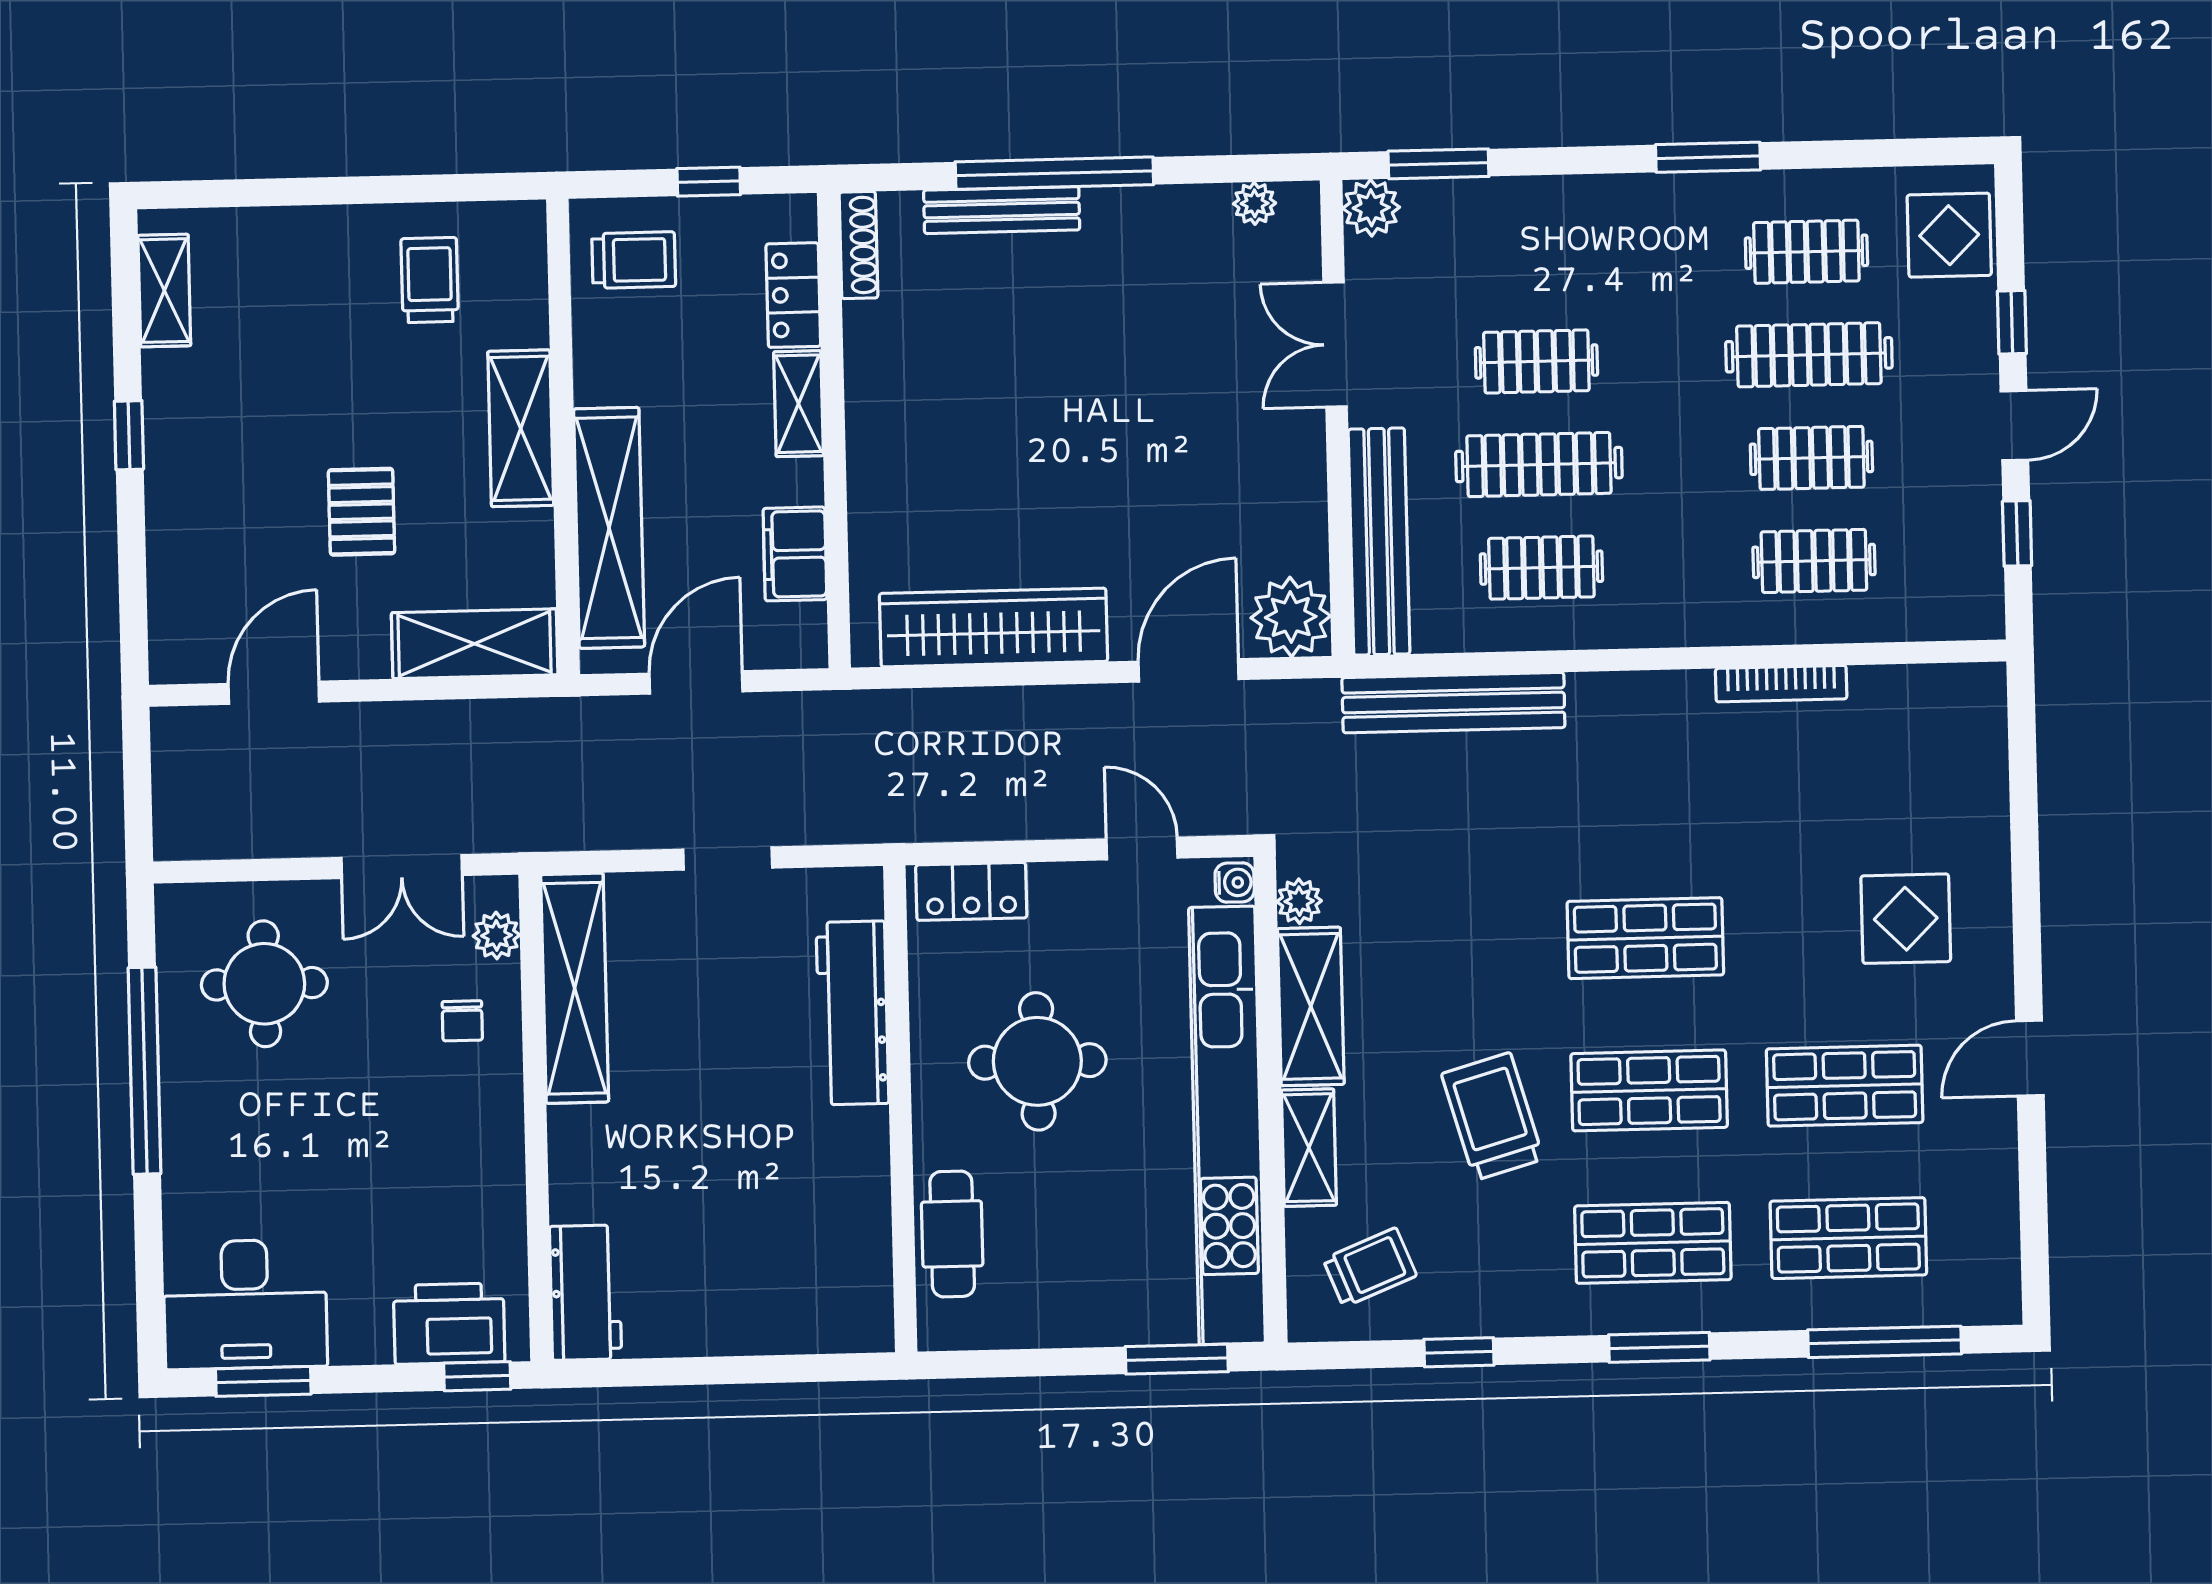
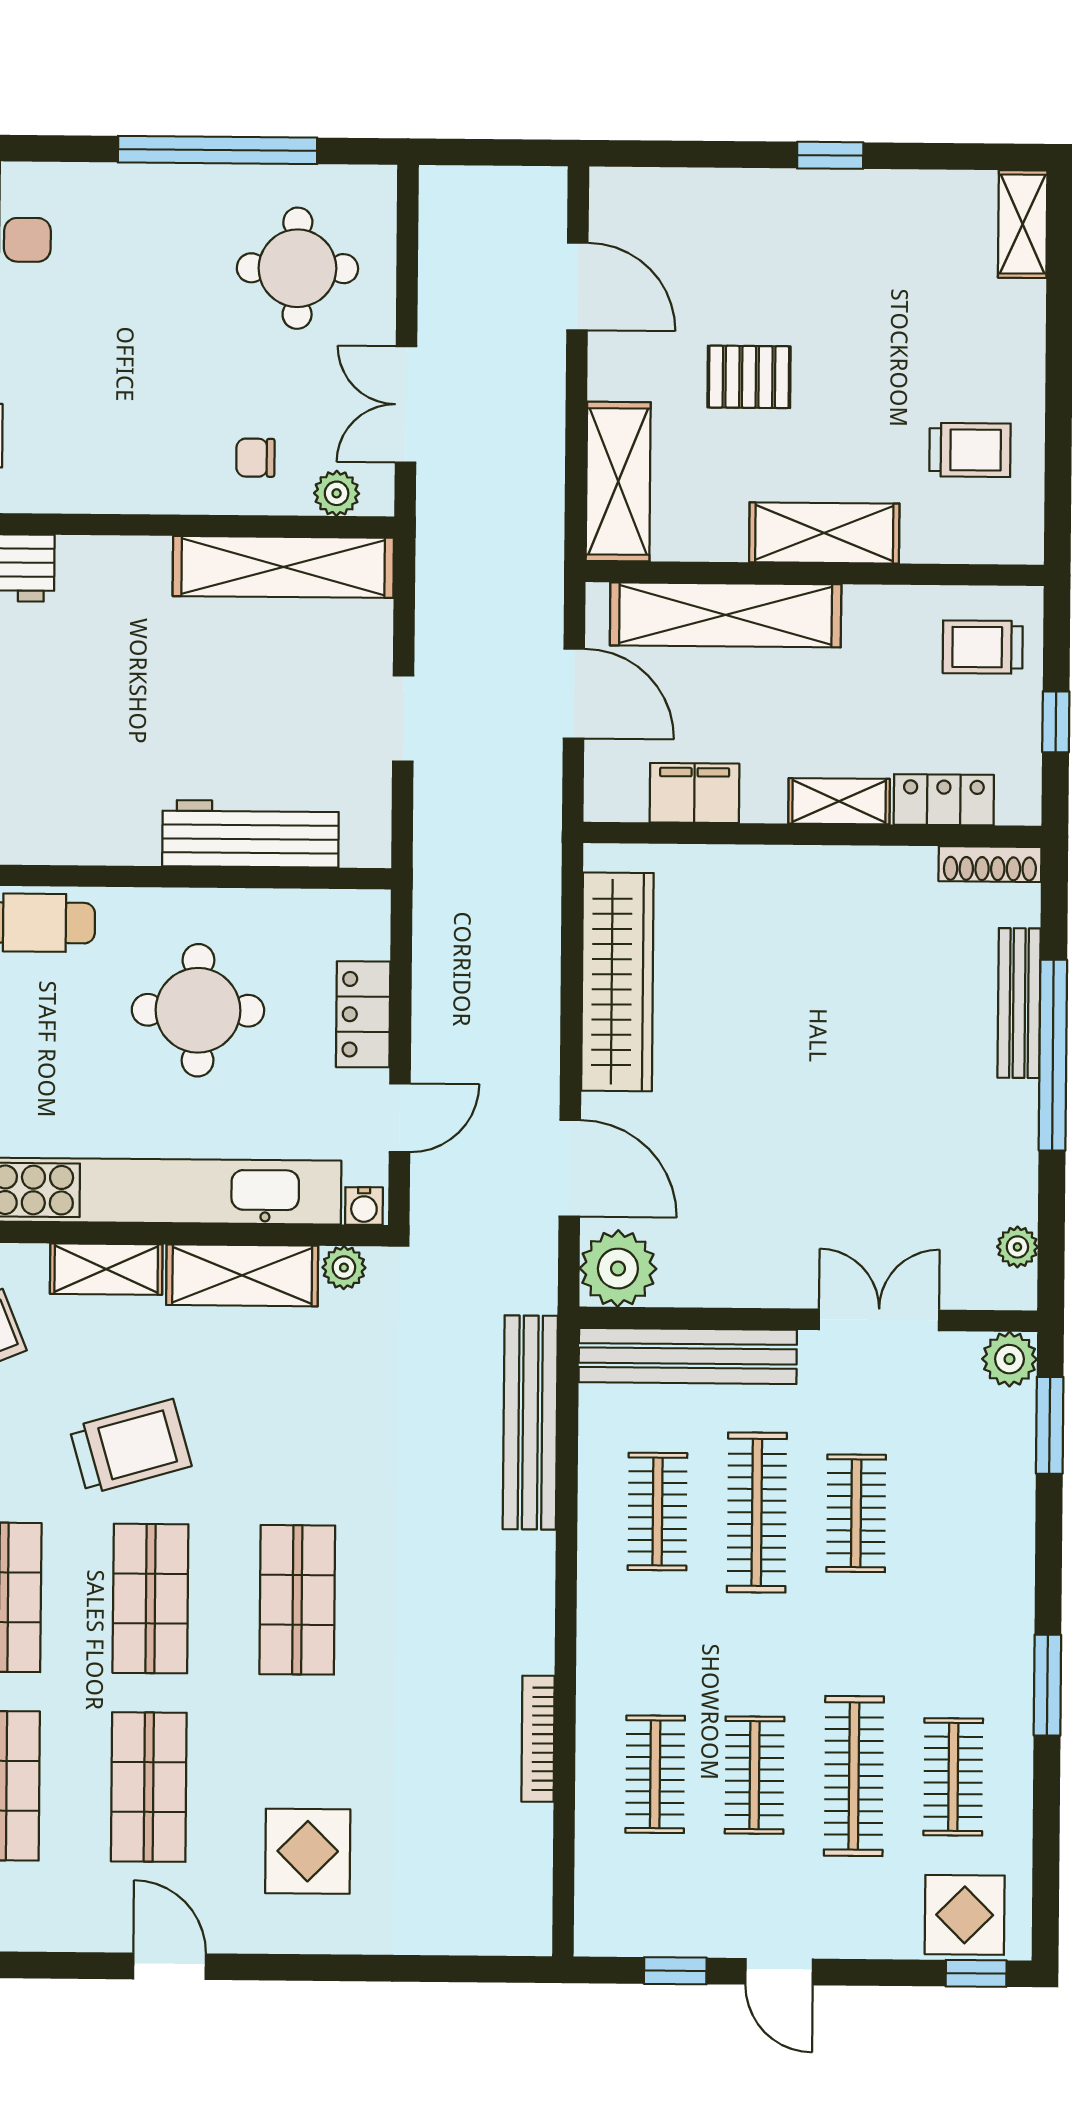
trolley: (634, 260) -> (983, 647), turned 90
shelving: (164, 291) -> (1023, 224), moved, turned 90
window: (2012, 322) -> (976, 1973), moved
locker: (971, 891) -> (363, 1014), moved

